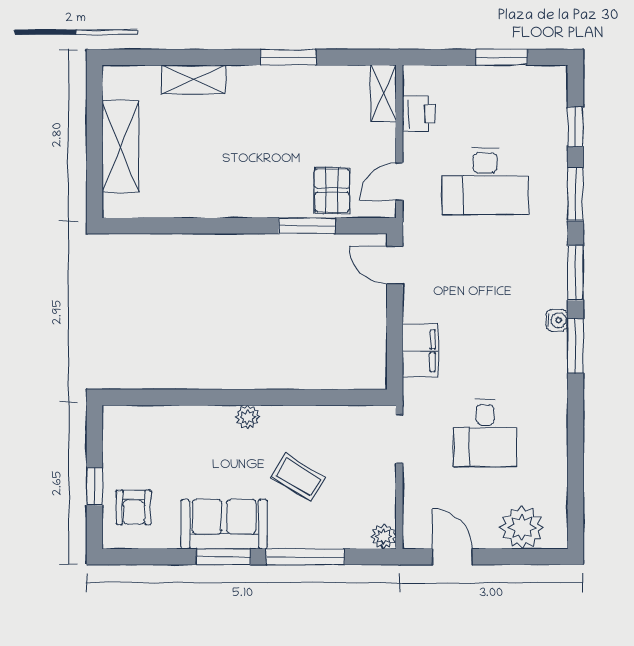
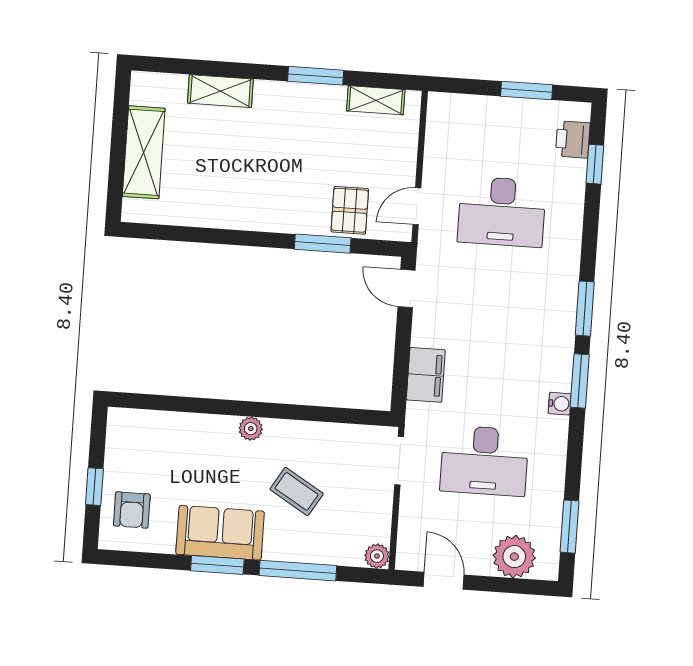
shelving: (383, 94) -> (376, 100), moved, turned 90
printer: (419, 114) -> (573, 139), moved, turned 180
window: (575, 194) -> (570, 527), moved
water cooler: (557, 320) -> (560, 404), moved
desk: (485, 433) -> (484, 461), width x1.37

